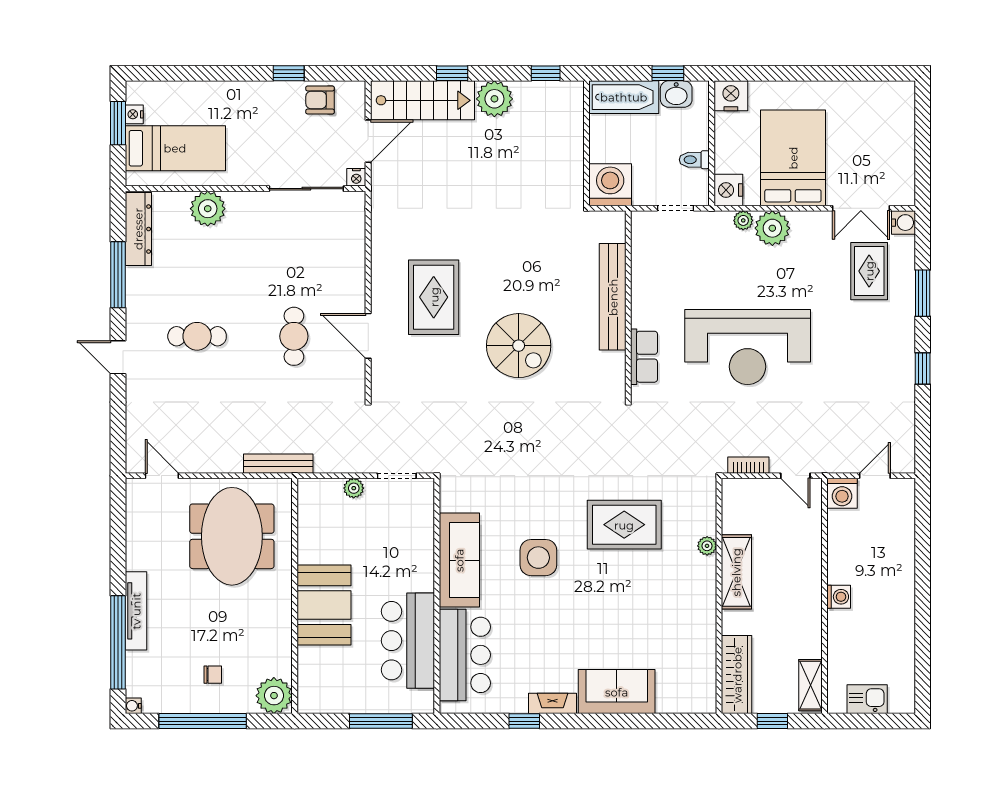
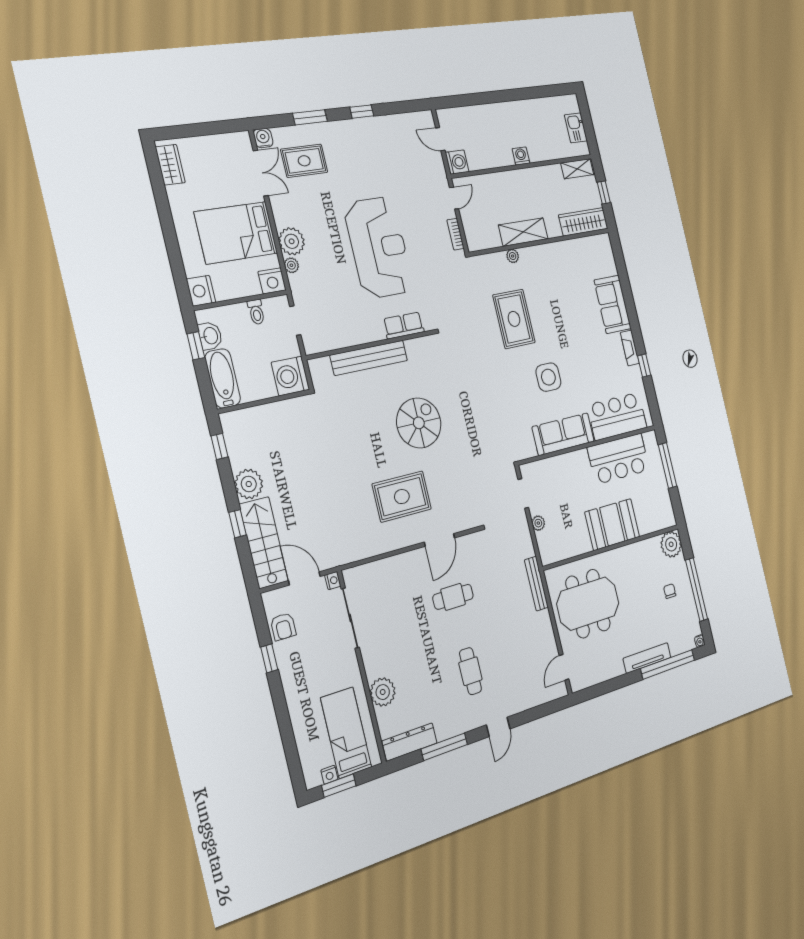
wardrobe: (885, 94) -> (170, 165), added

